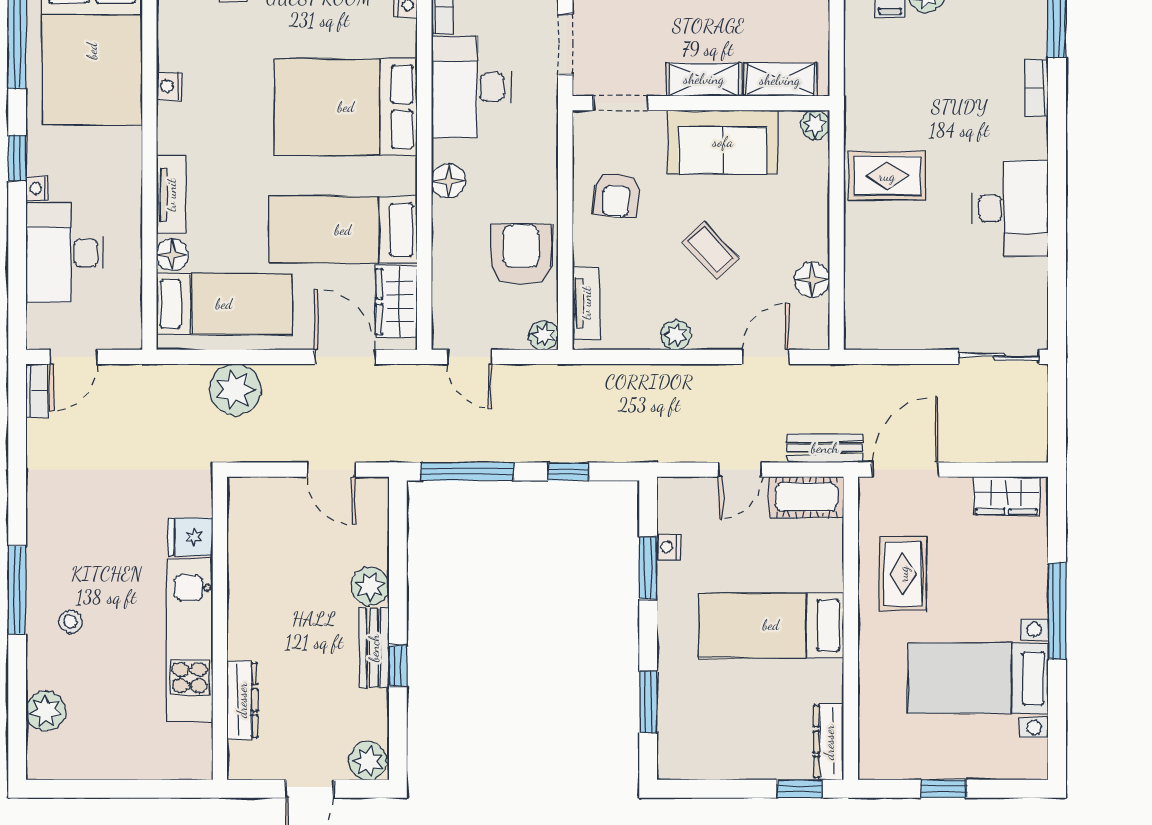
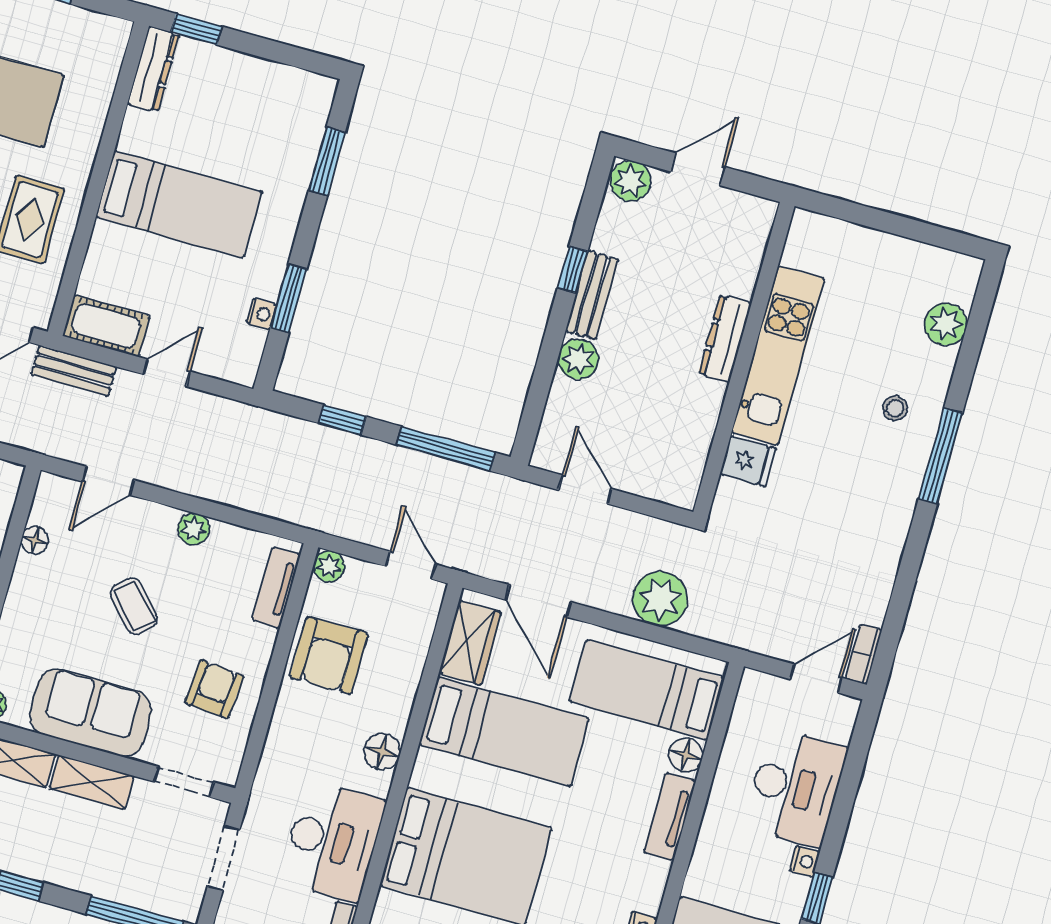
floor lamp: (812, 280) -> (35, 540), width x0.73, depth x0.73
dresser: (242, 700) -> (725, 339), moved

